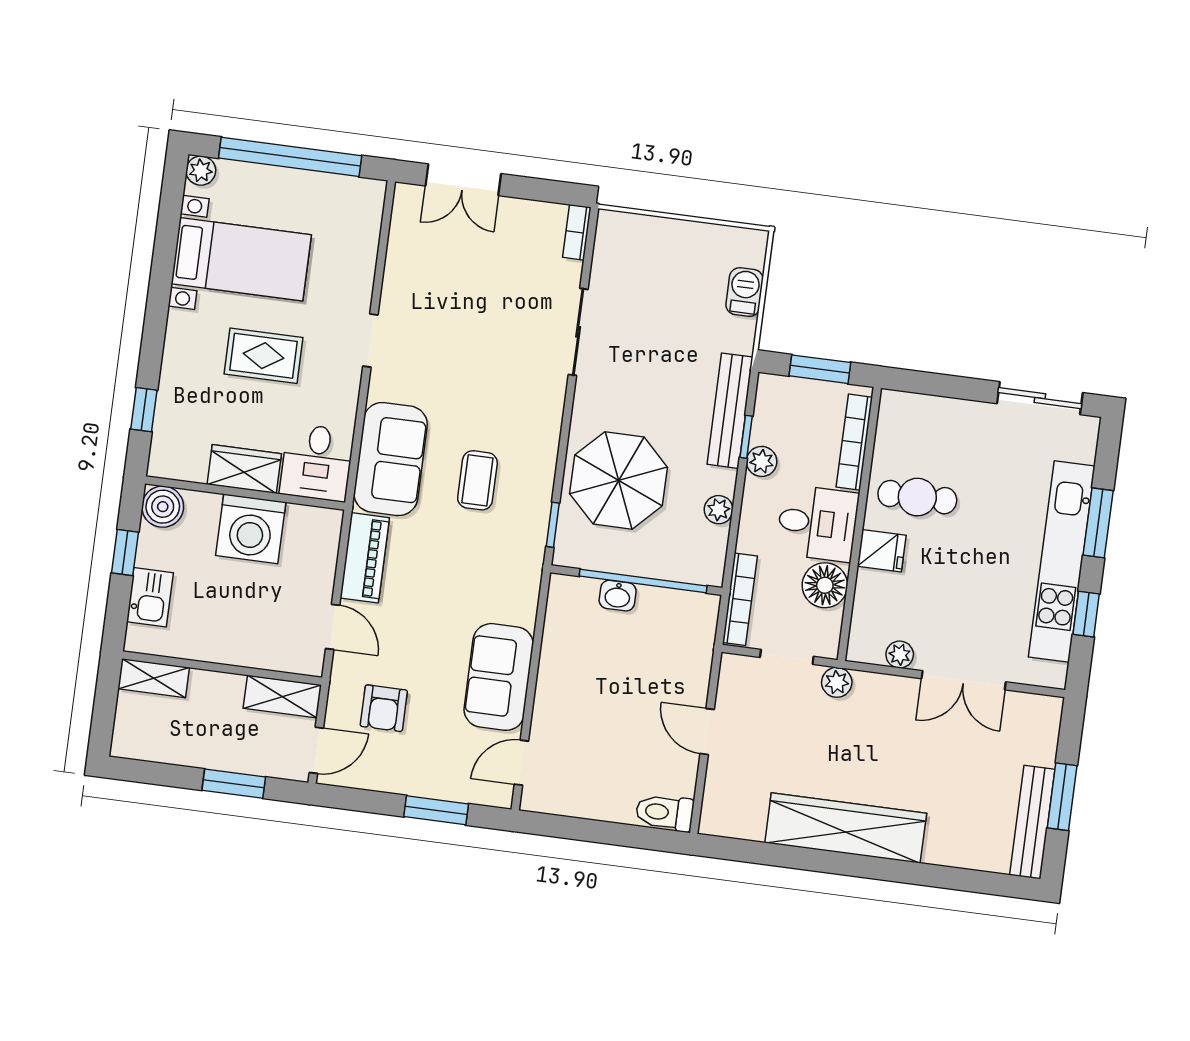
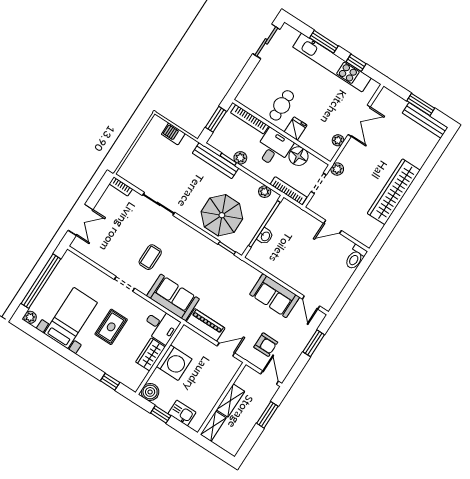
coffee table: (477, 480) -> (150, 257), moved, turned 90
plant: (719, 510) -> (265, 192), moved
shelving: (282, 697) -> (230, 400), moved

